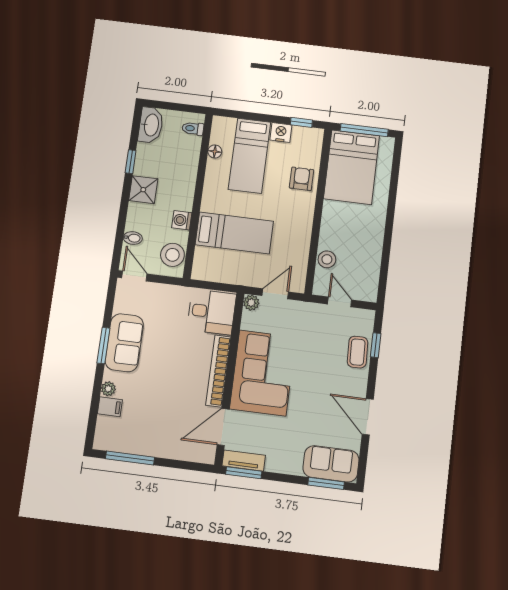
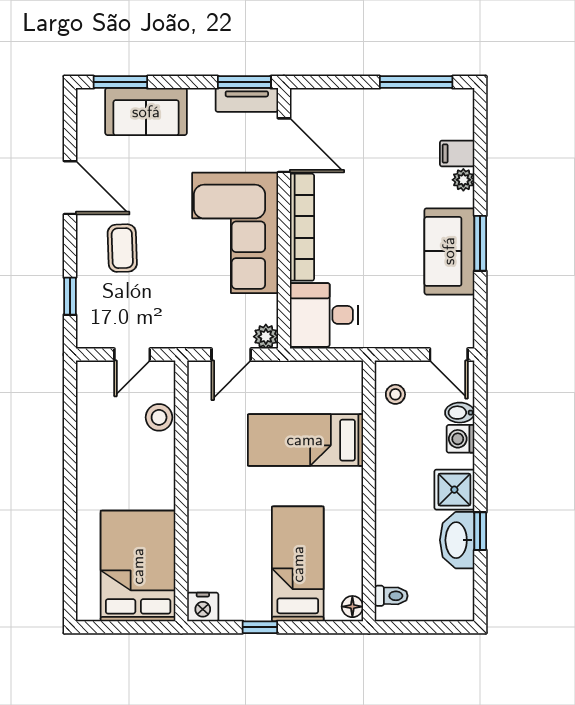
window: (301, 122) -> (260, 627), moved
washbasin: (151, 125) -> (457, 540), moved
window: (364, 130) -> (125, 627), removed
nightstand: (281, 132) -> (203, 607), moved
floor lamp: (215, 151) -> (352, 607), moved
armchair: (301, 179) -> (213, 538), removed
washing machine: (182, 220) -> (461, 439), moved, turned 180
stool: (172, 255) -> (395, 394), width x0.53, depth x0.53
door: (340, 302) -> (132, 355), hinge flipped
coffee table: (358, 352) -> (122, 248), moved
door: (223, 427) -> (284, 145), hinge flipped
sofa: (331, 464) -> (146, 112), moved

